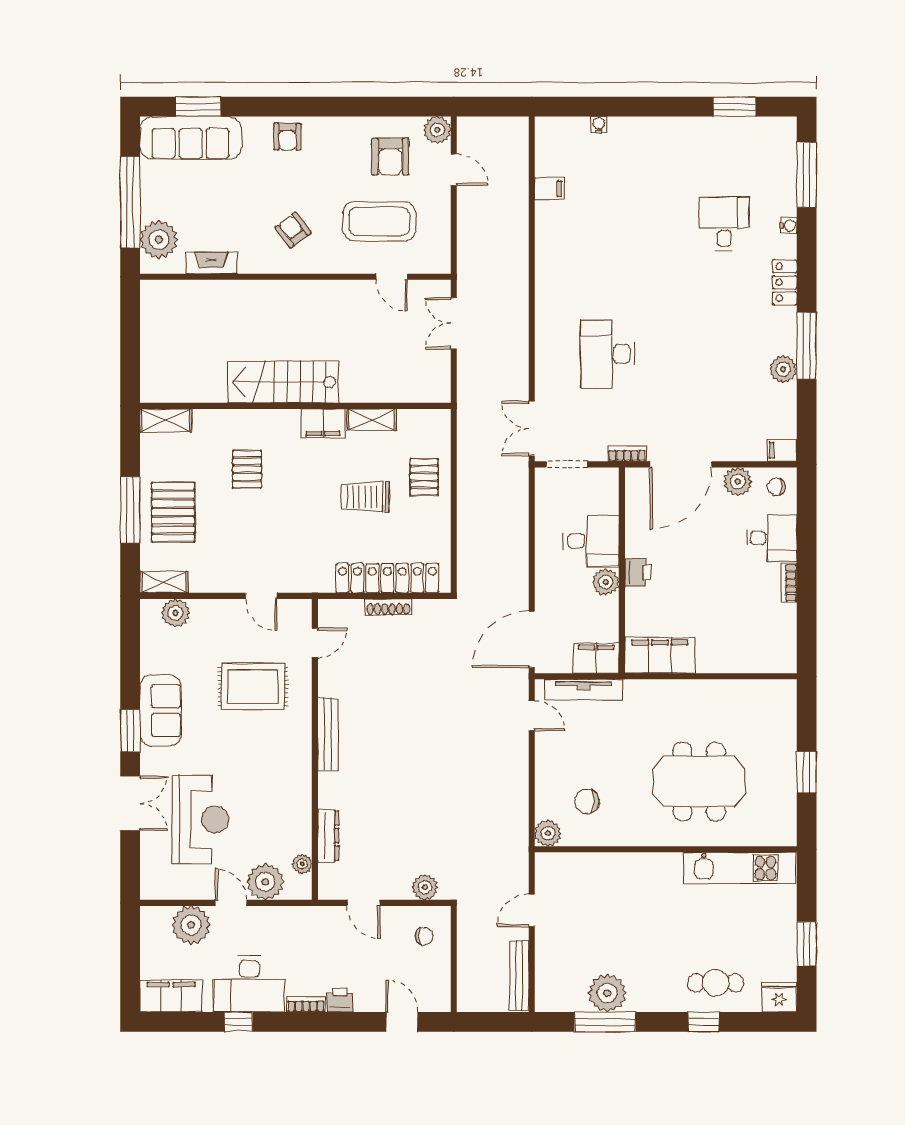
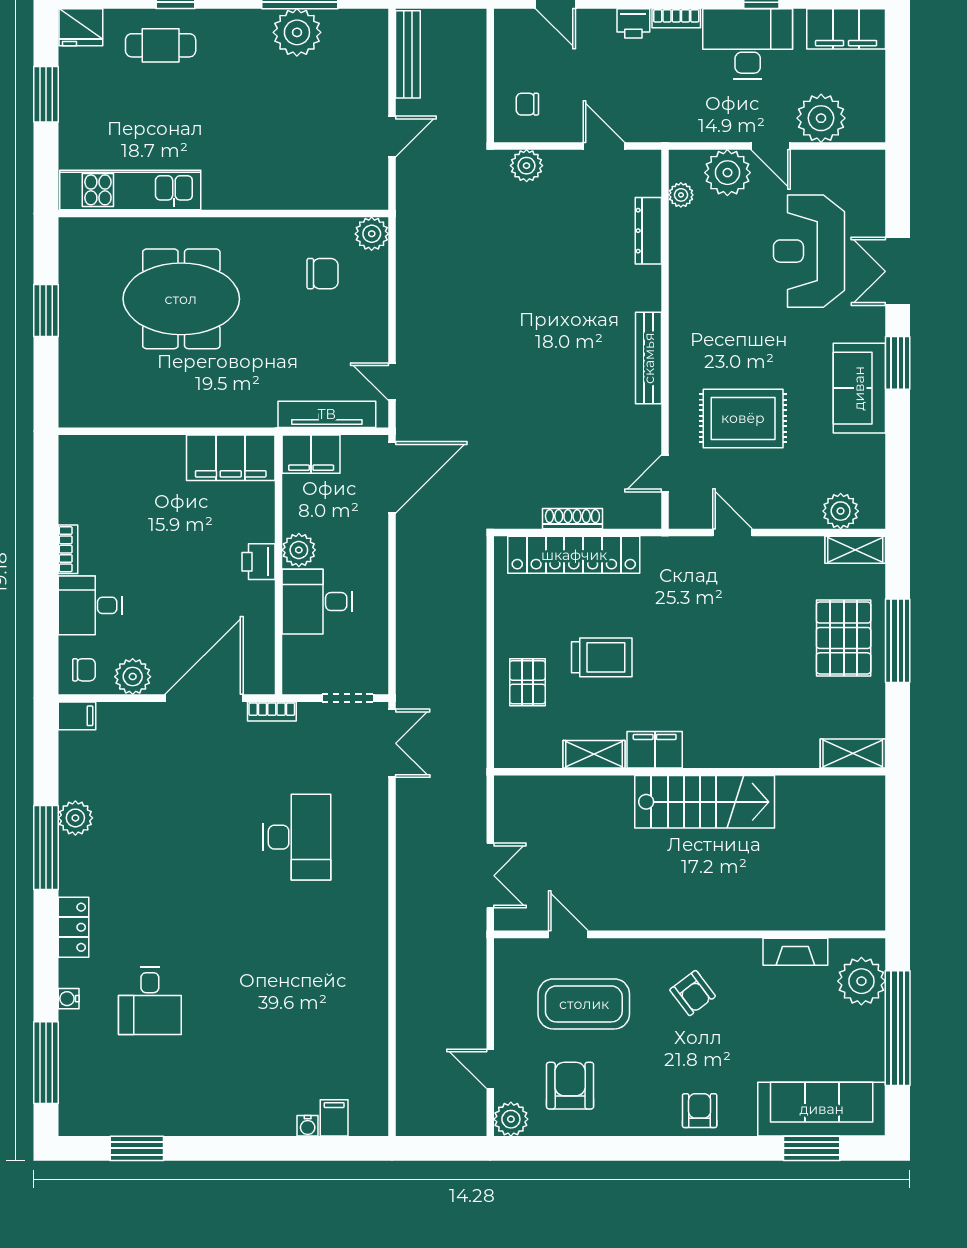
filing cabinet: (549, 189) -> (334, 1118), moved, turned 90
pallet: (247, 469) -> (750, 692), removed

